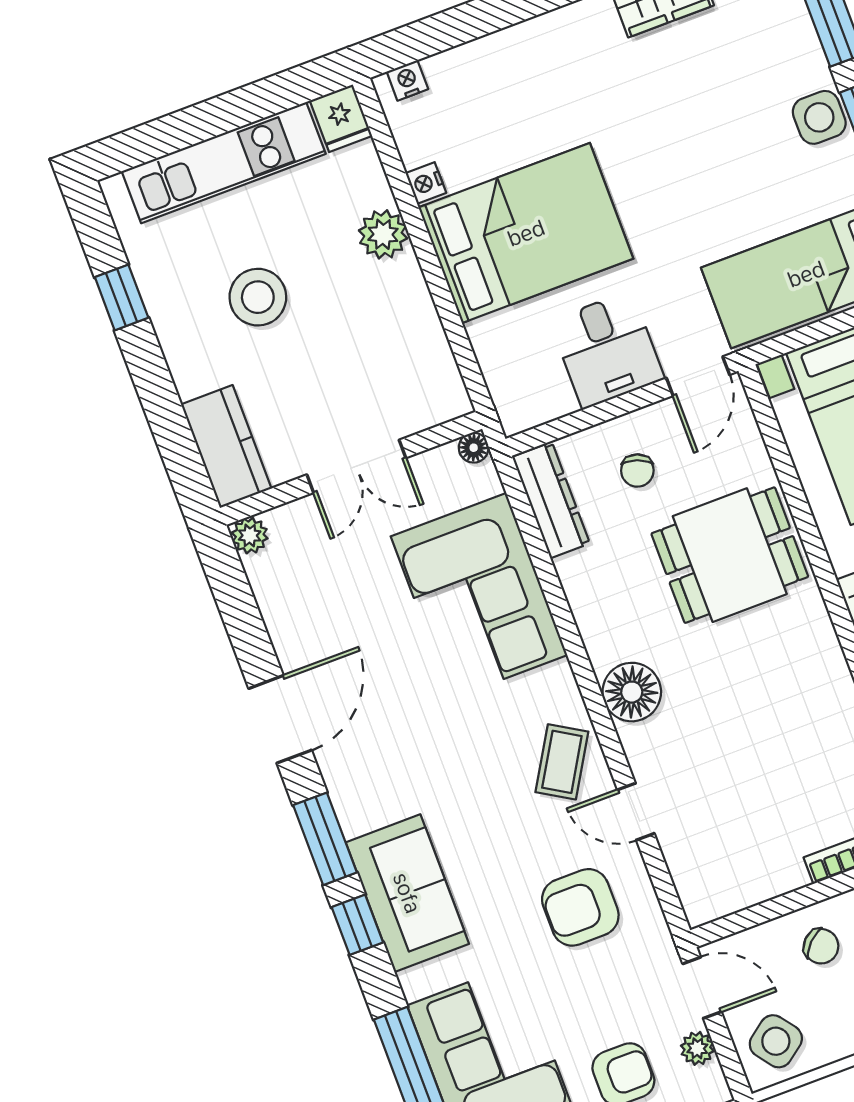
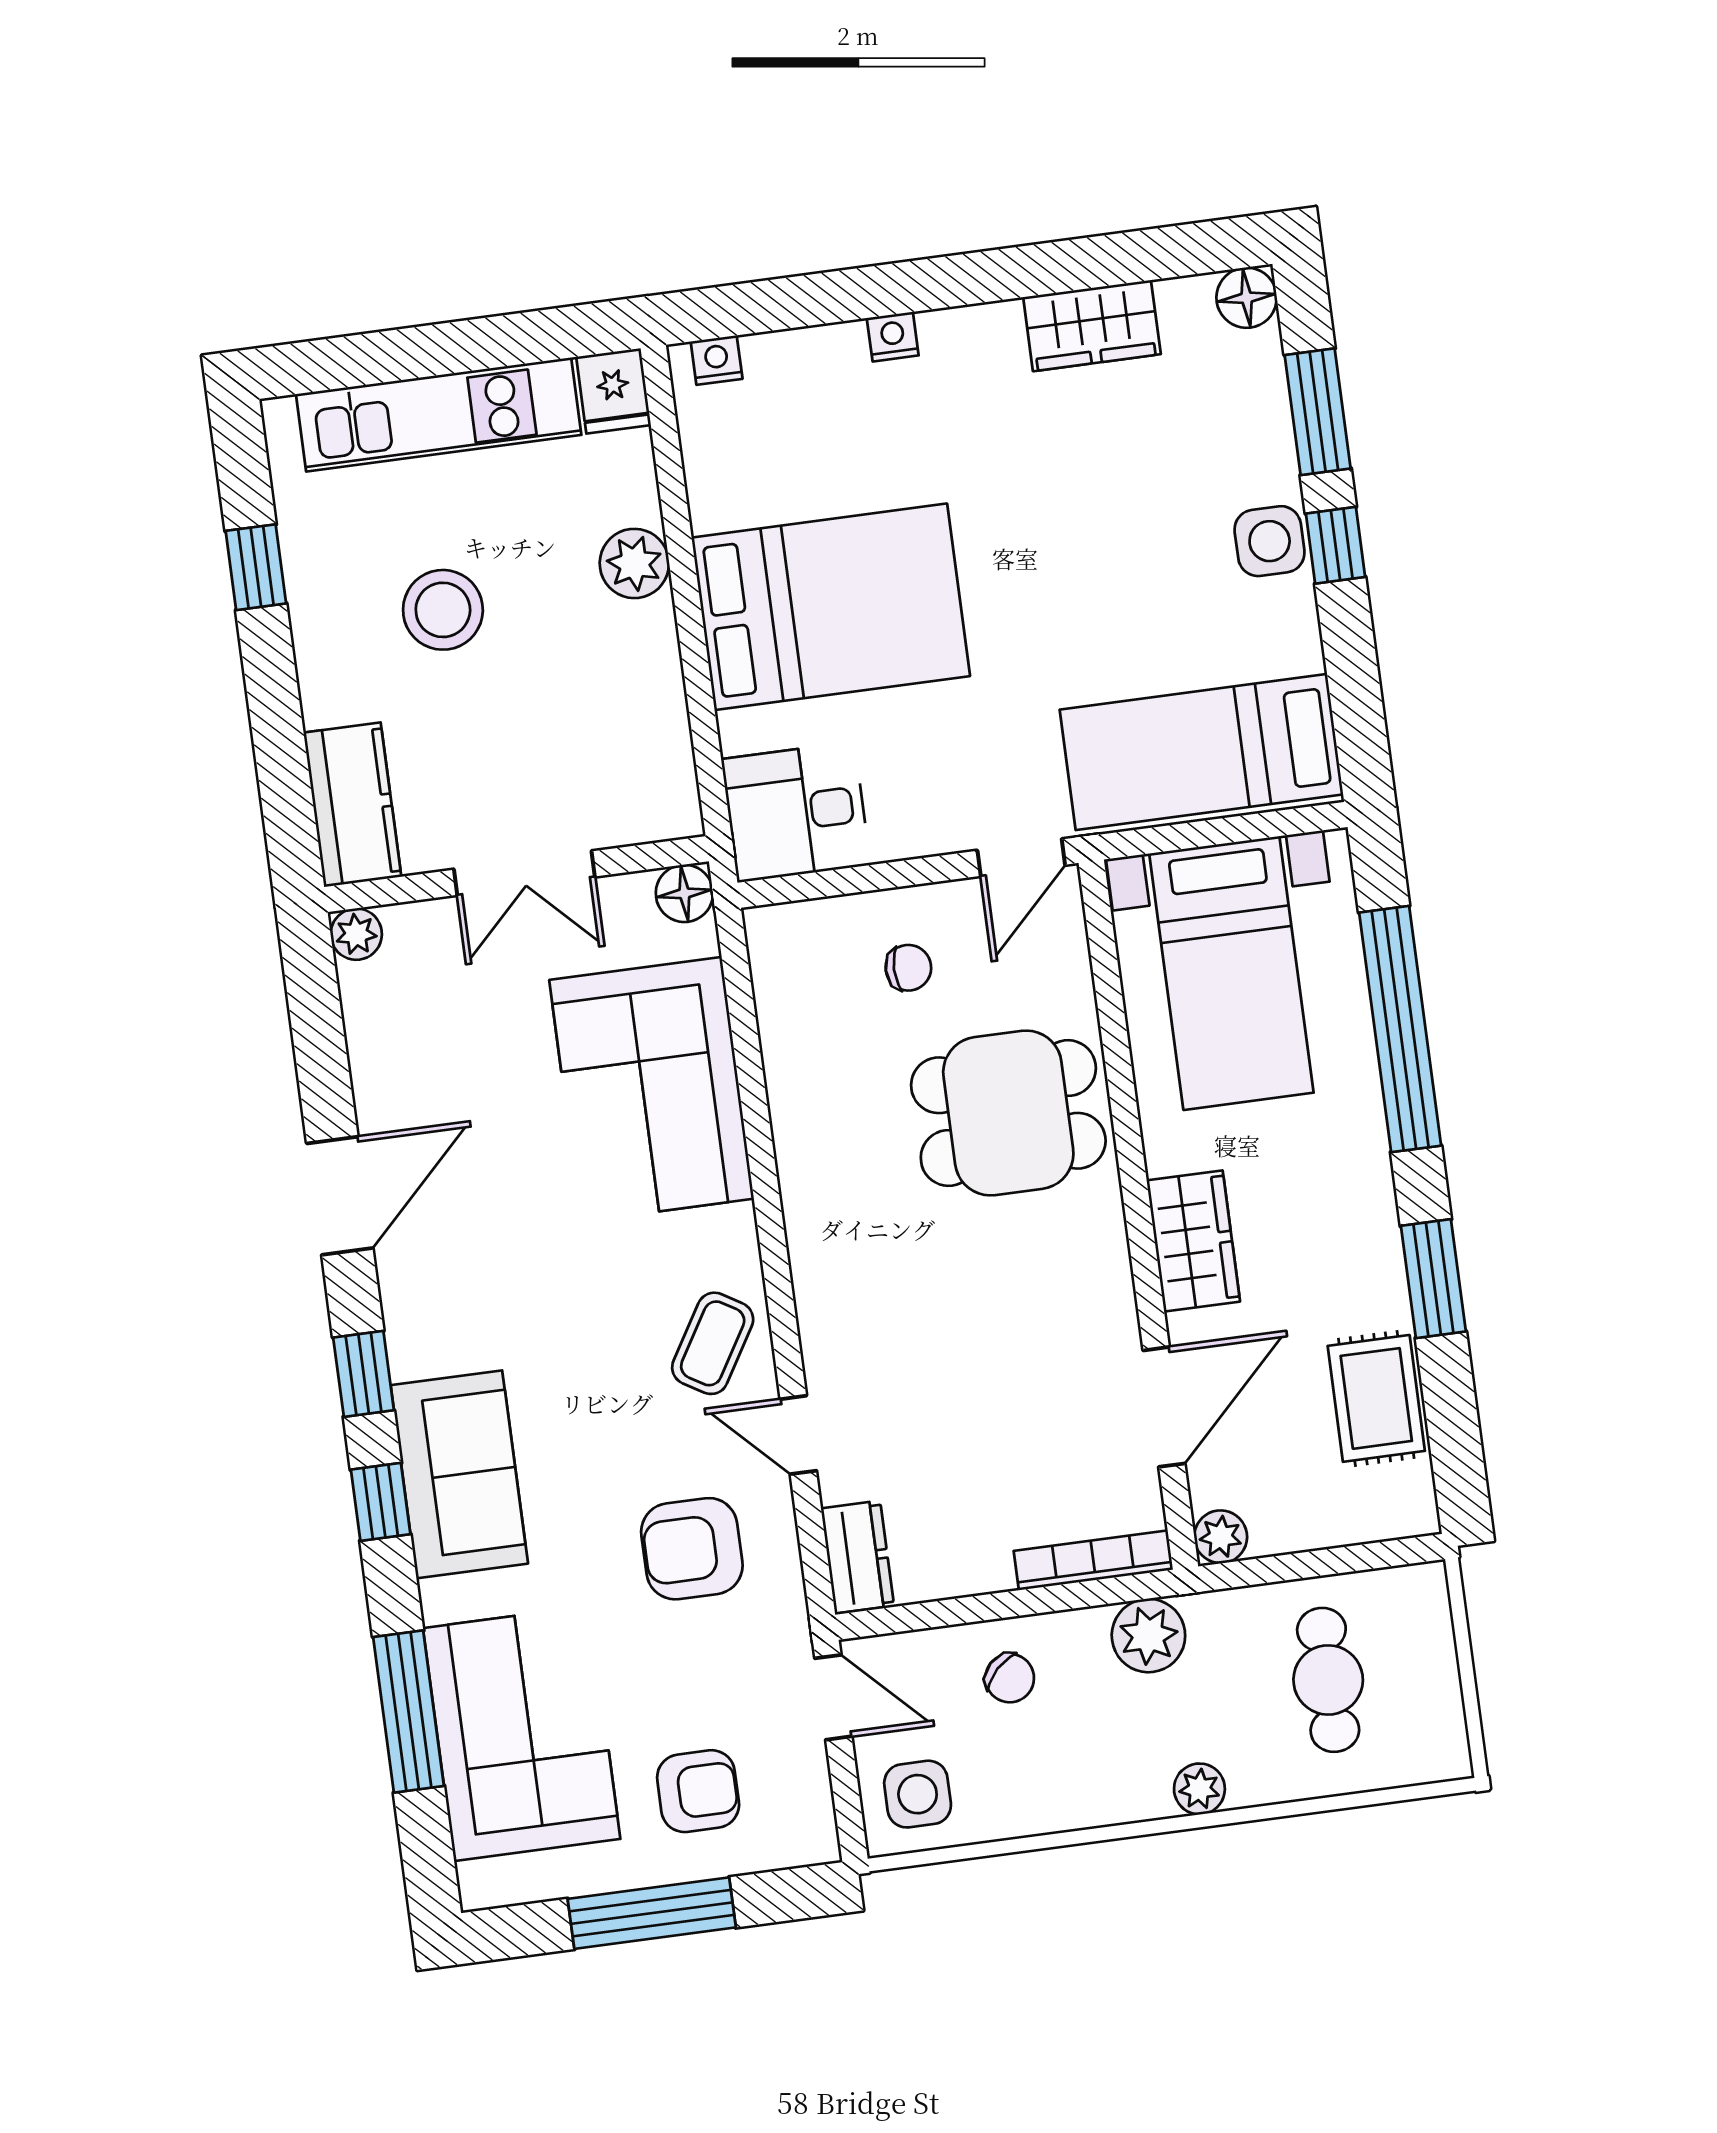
nightstand: (426, 183) -> (893, 337), moved, turned 90
desk: (607, 350) -> (796, 812), moved, turned 90
floor lamp: (474, 448) -> (684, 893), width x1.37, depth x1.37
chair: (637, 470) -> (908, 968), turned -110
dresser: (551, 500) -> (858, 1557), moved, width x0.70
floor lamp: (632, 692) -> (831, 1270), removed
window: (325, 839) -> (364, 1374), width x0.67
side table: (776, 1041) -> (918, 1794), turned 37
plant: (697, 1048) -> (808, 1779), removed

